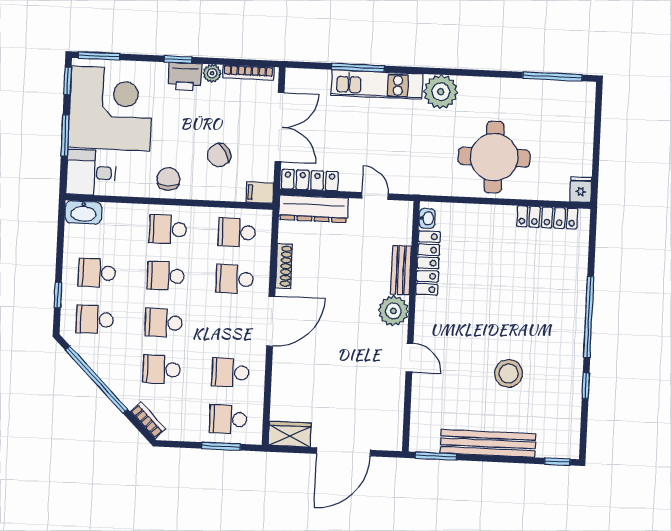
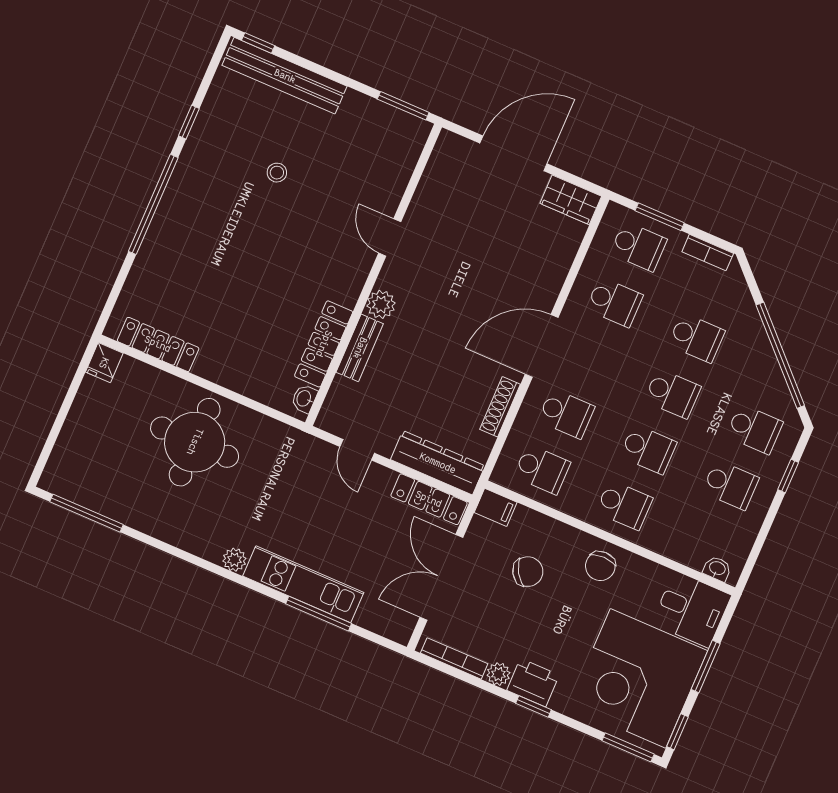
plant: (441, 92) -> (234, 560), width x0.53, depth x0.53
washbasin: (83, 212) -> (717, 569), width x0.52, depth x0.69
plant: (393, 311) -> (381, 304), width x0.73, depth x0.73
stool: (508, 373) -> (277, 173), width x0.53, depth x0.53
bookcase: (148, 420) -> (708, 253), moved, turned -45
bench: (488, 443) -> (285, 76), moved

